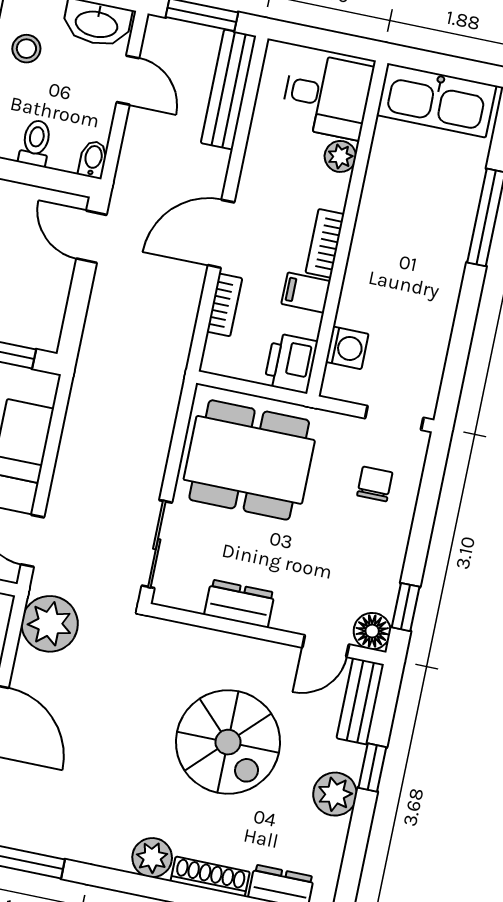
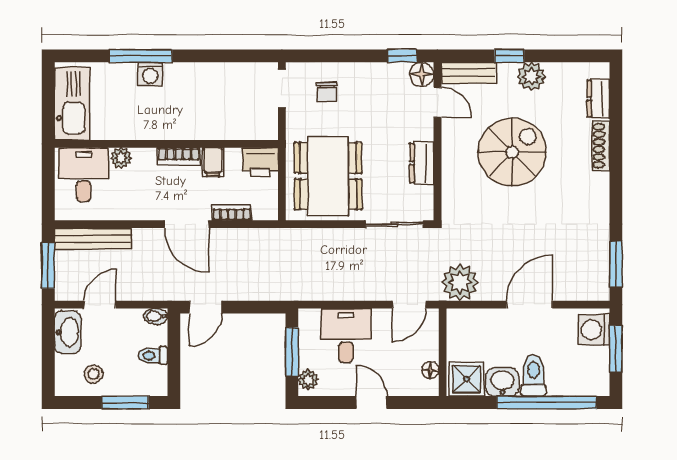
washing machine: (347, 348) -> (150, 74), moved, turned 180
chair: (375, 484) -> (327, 92), turned -90
plant: (152, 858) -> (597, 186), removed

